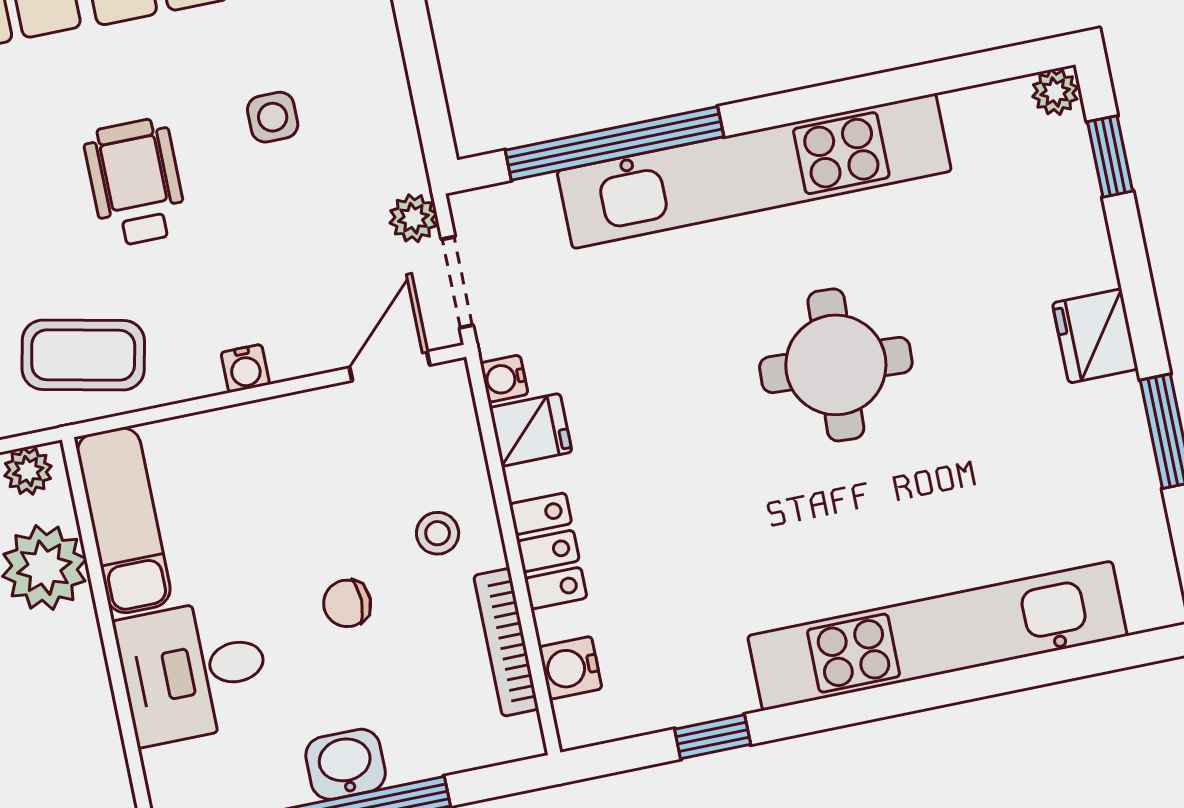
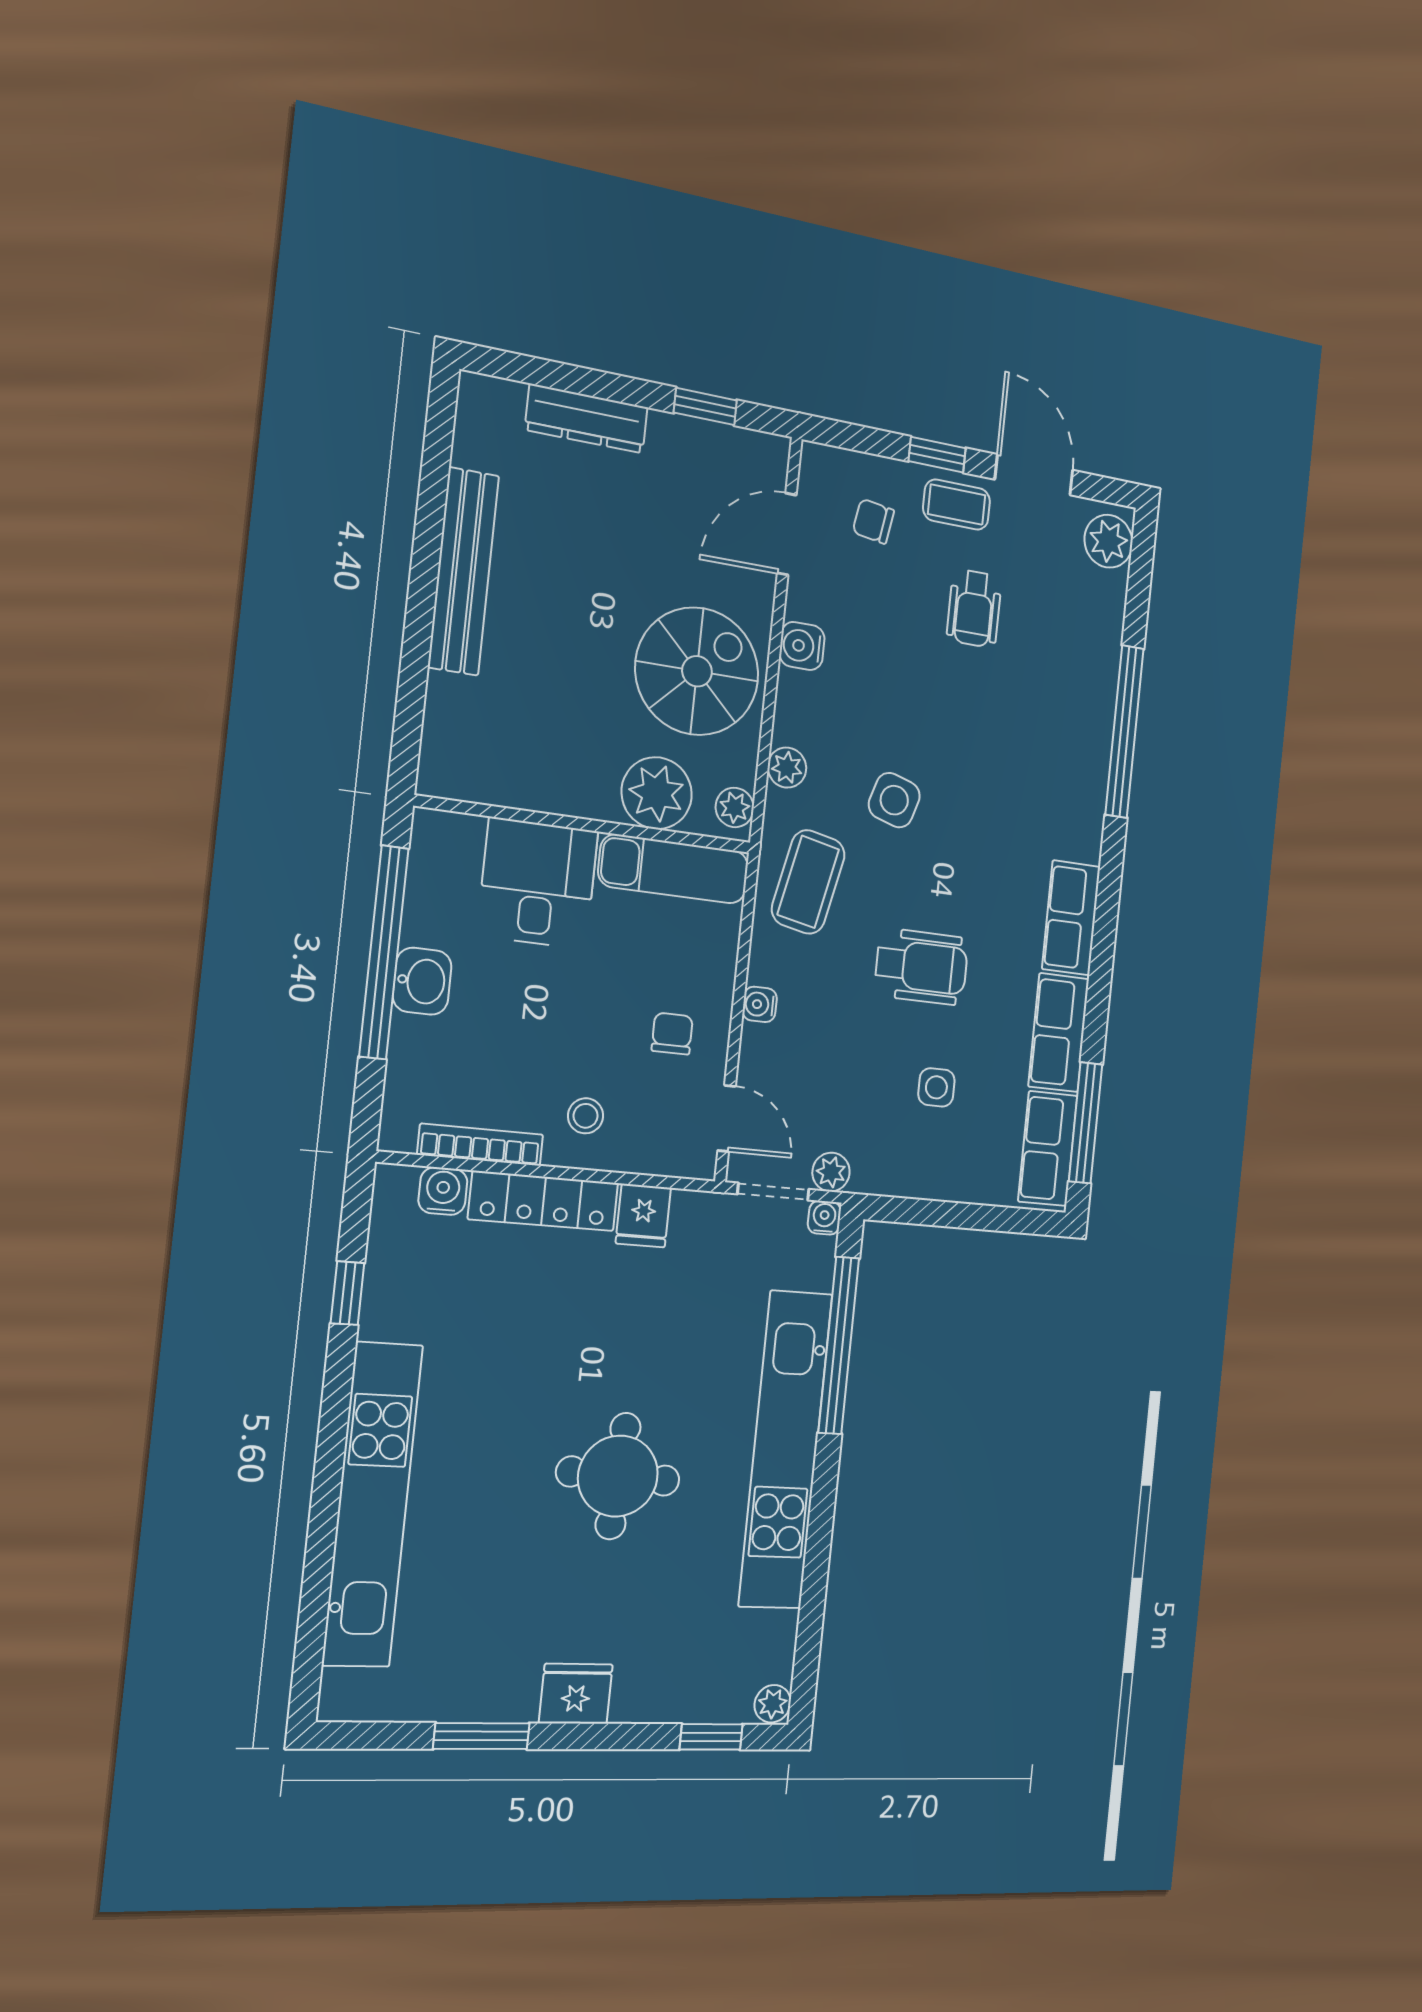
water cooler: (504, 379) -> (824, 1218), moved
locker: (548, 551) -> (543, 1201), width x1.53
chair: (347, 603) -> (672, 1034), moved

